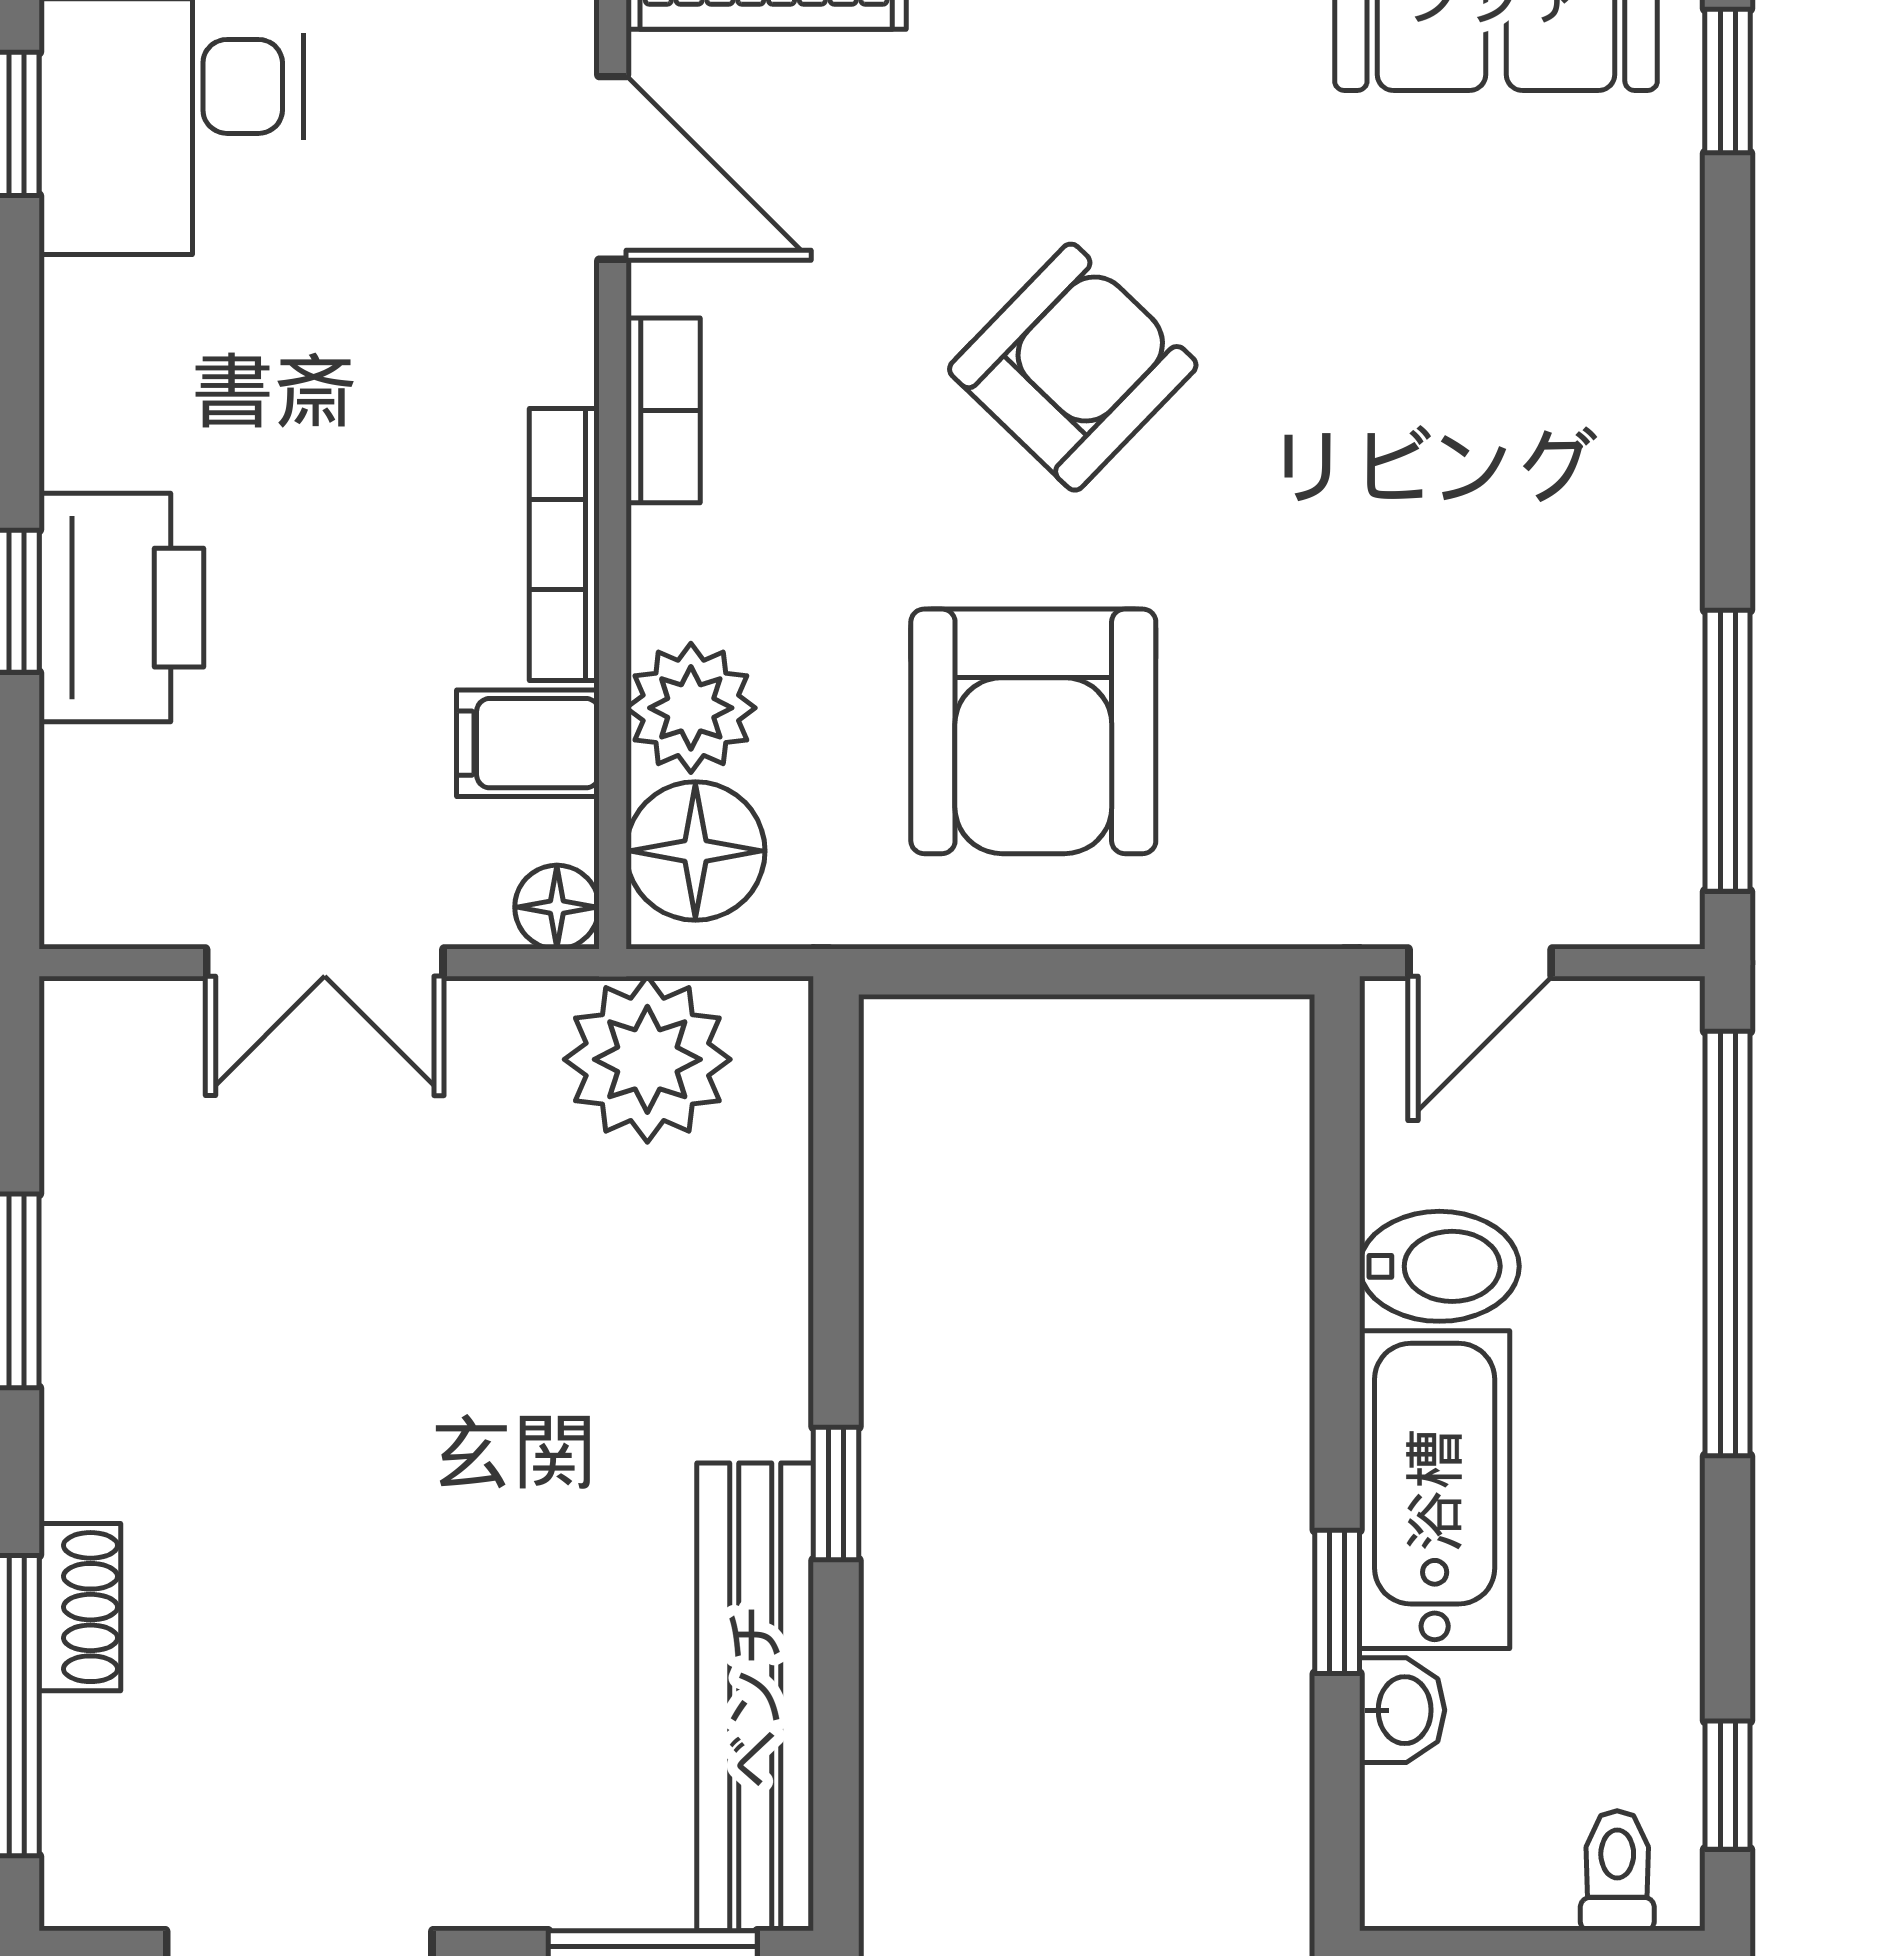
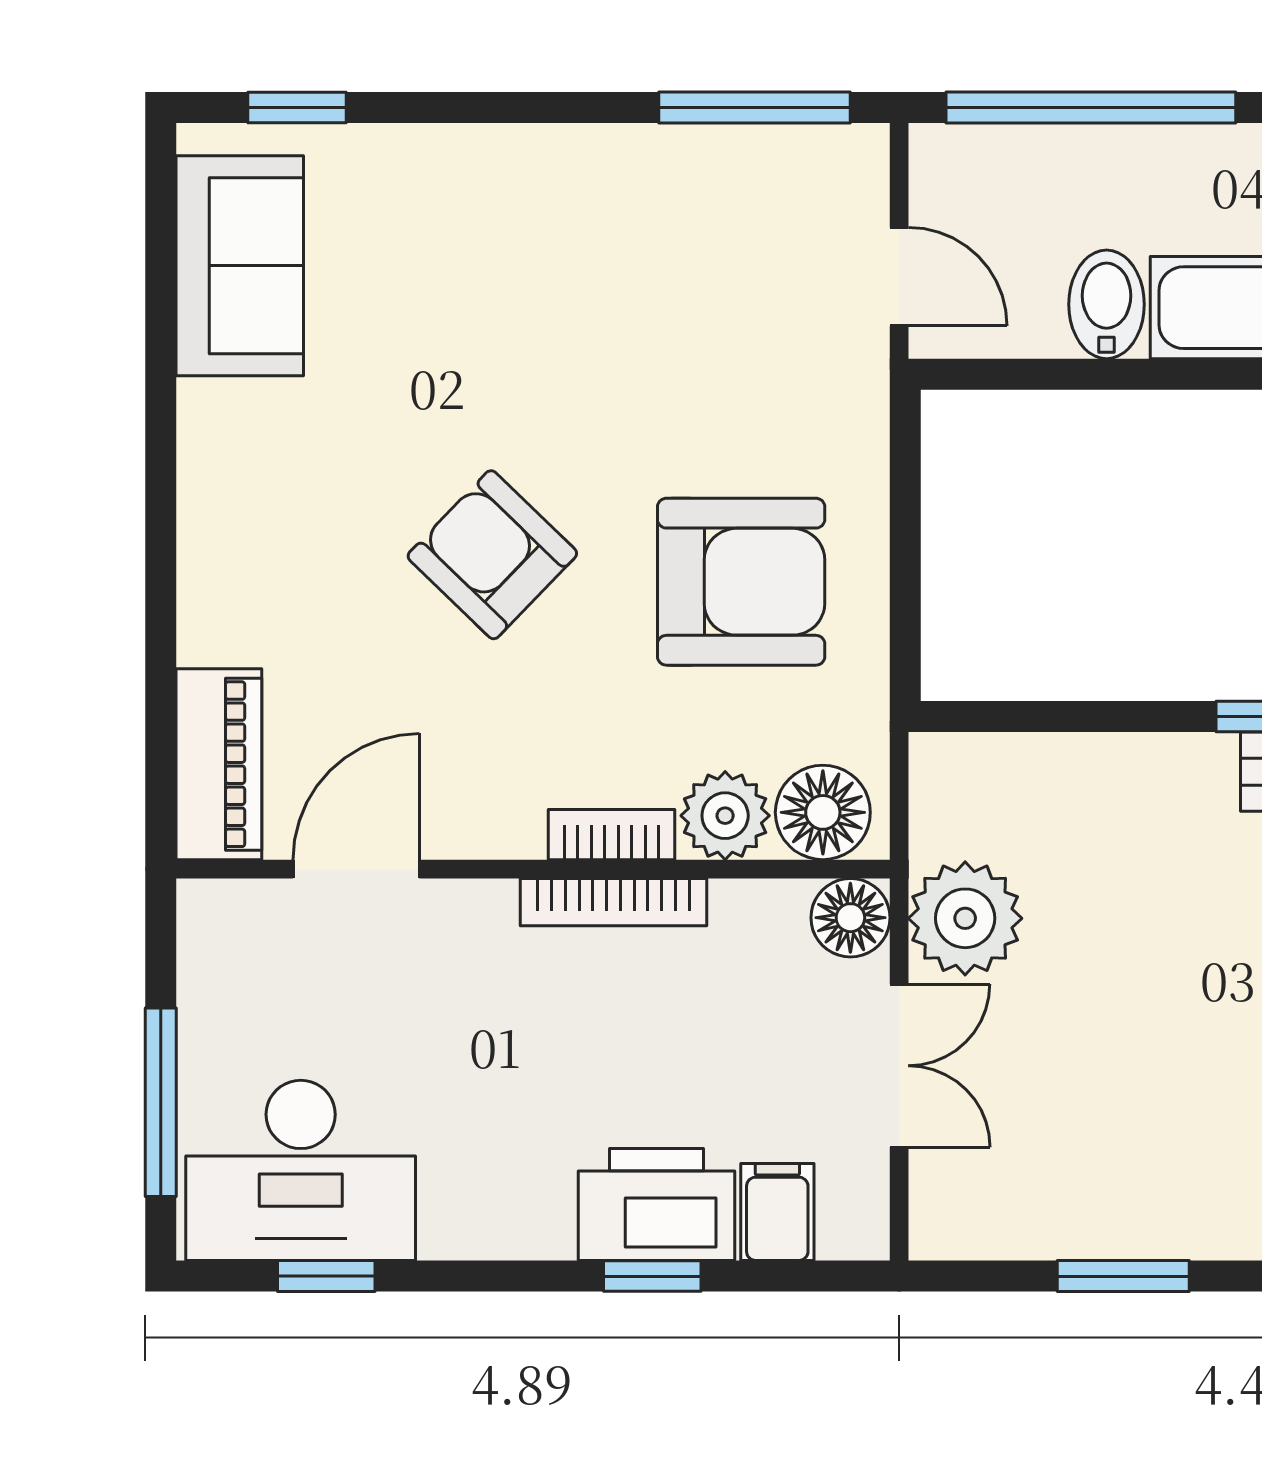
bookcase: (663, 410) -> (612, 835), moved
filing cabinet: (528, 743) -> (777, 1212), moved, turned 180
floor lamp: (557, 907) -> (850, 918), width x1.37, depth x1.37
plant: (647, 1059) -> (965, 918), moved

